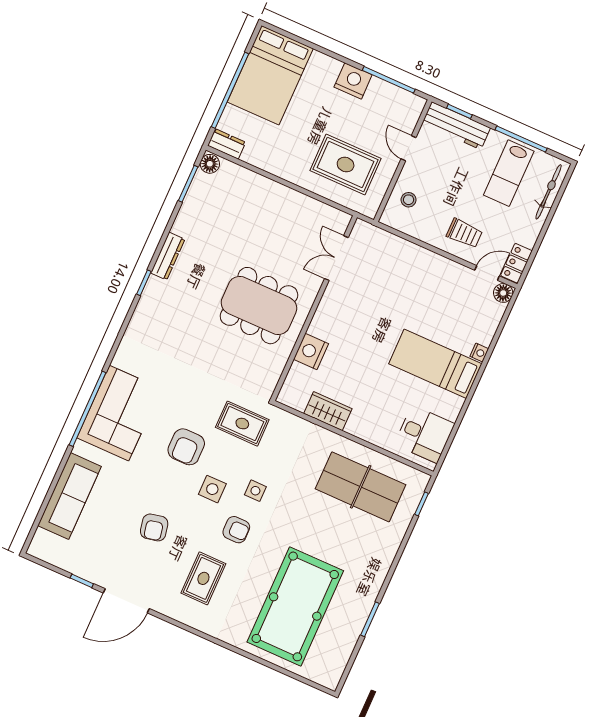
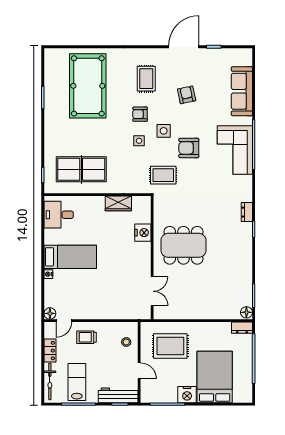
bed: (270, 75) -> (215, 377), moved
dresser: (168, 256) -> (247, 212), moved, width x0.70
locker: (516, 263) -> (50, 351), moved
armchair: (186, 447) -> (189, 148), turned -90

